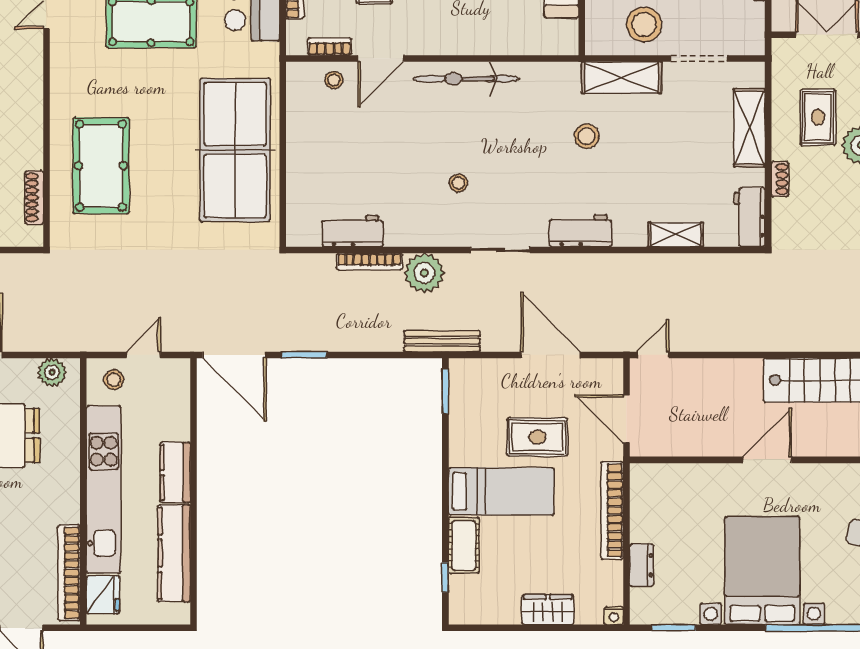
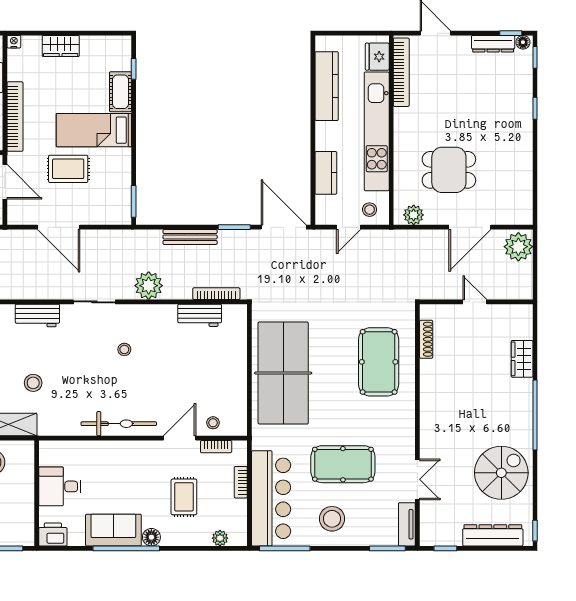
bookcase: (369, 262) -> (216, 294), moved
bench: (442, 341) -> (190, 237), moved
kitchen counter: (175, 472) -> (326, 173), moved

